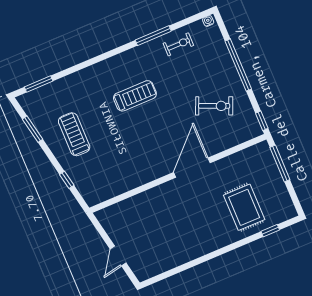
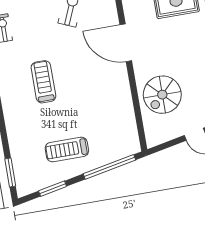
window: (67, 180) -> (109, 167), width x3.17
spiral stairs: (150, 215) -> (162, 95), added

